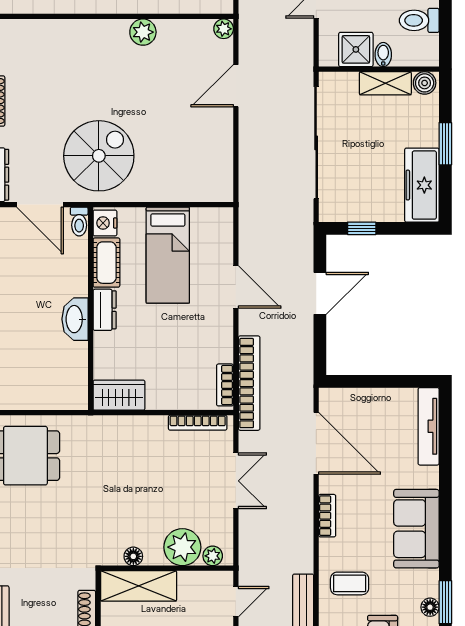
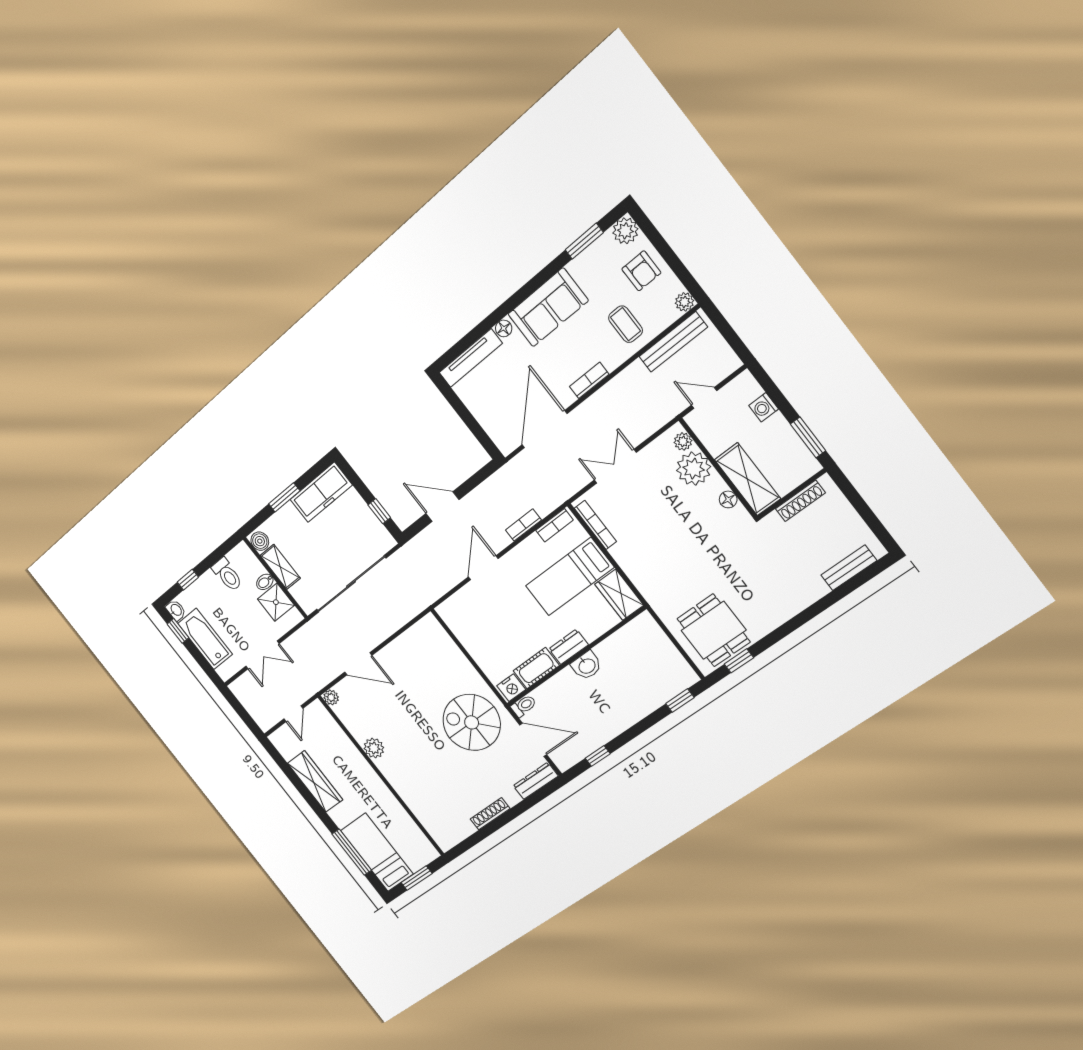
door: (40, 205) -> (533, 740), hinge flipped
bed: (168, 255) -> (570, 577), moved, turned 180
washbasin: (75, 319) -> (587, 666), width x0.72
bookcase: (249, 383) -> (523, 525), width x0.43, depth x0.76
floor lamp: (430, 607) -> (504, 328), moved

